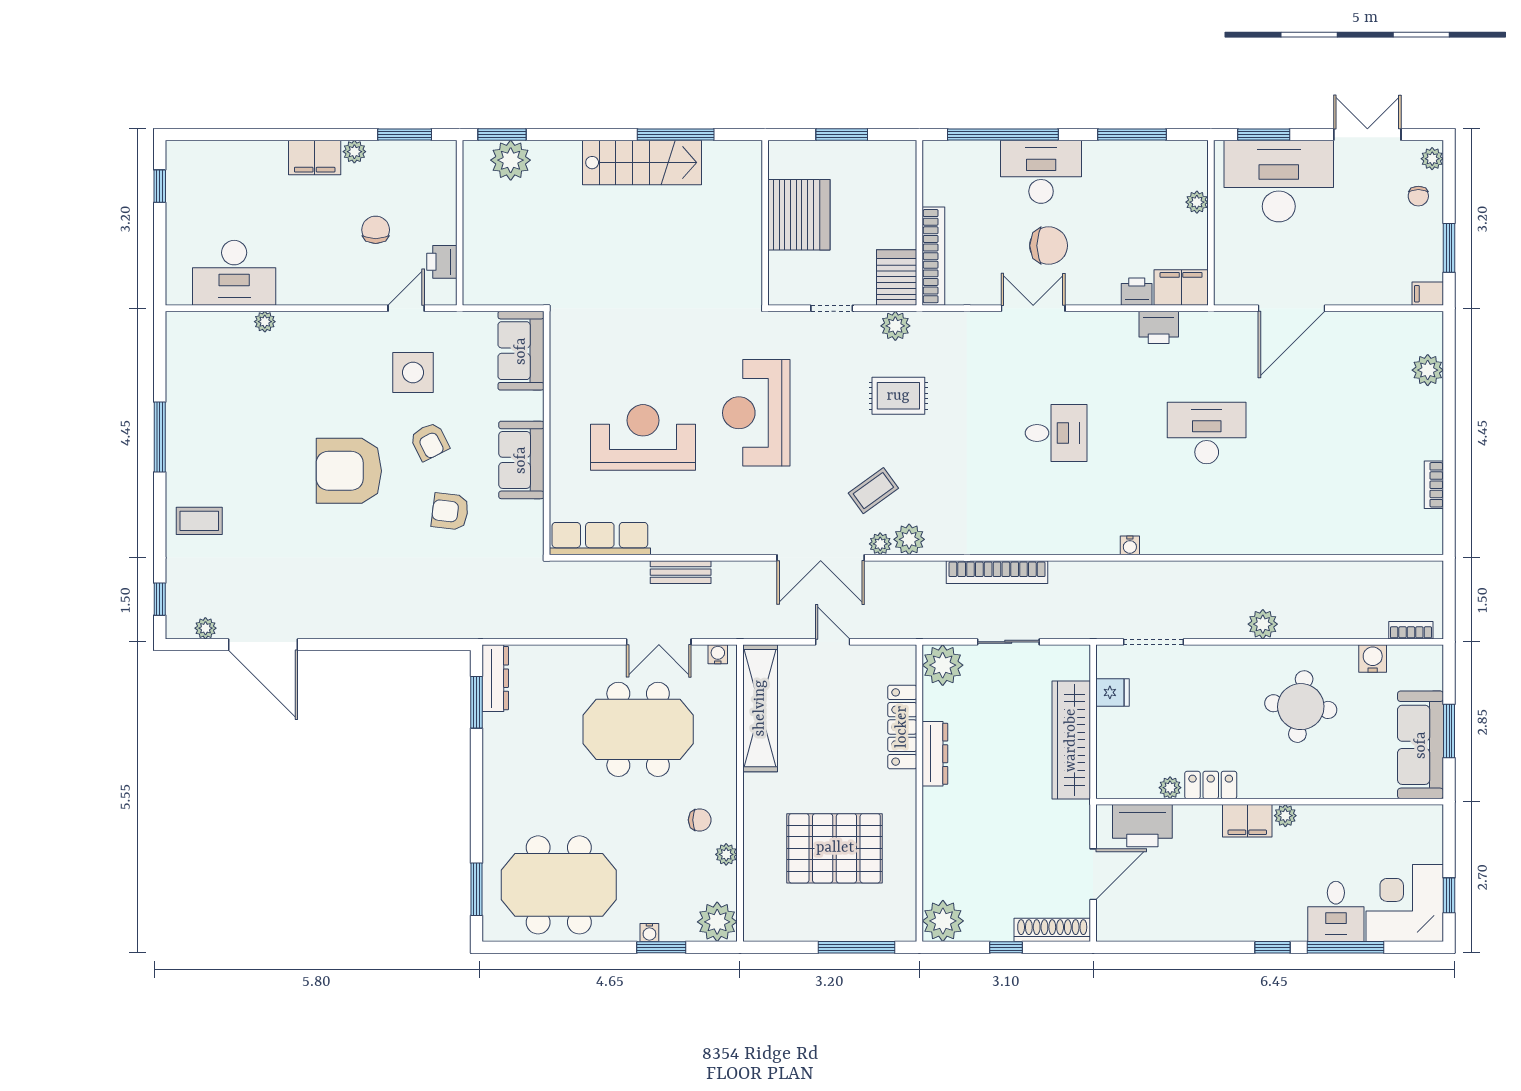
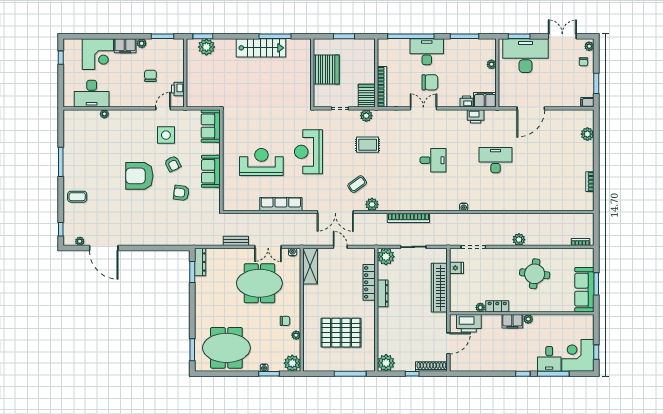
corner desk: (249, 177) -> (98, 54), added
row of seats: (600, 539) -> (281, 204), moved
plant: (880, 544) -> (360, 206), removed
bench: (681, 572) -> (236, 241), moved
water cooler: (1373, 658) -> (564, 254), removed
shelving: (760, 708) -> (310, 266), width x0.68

